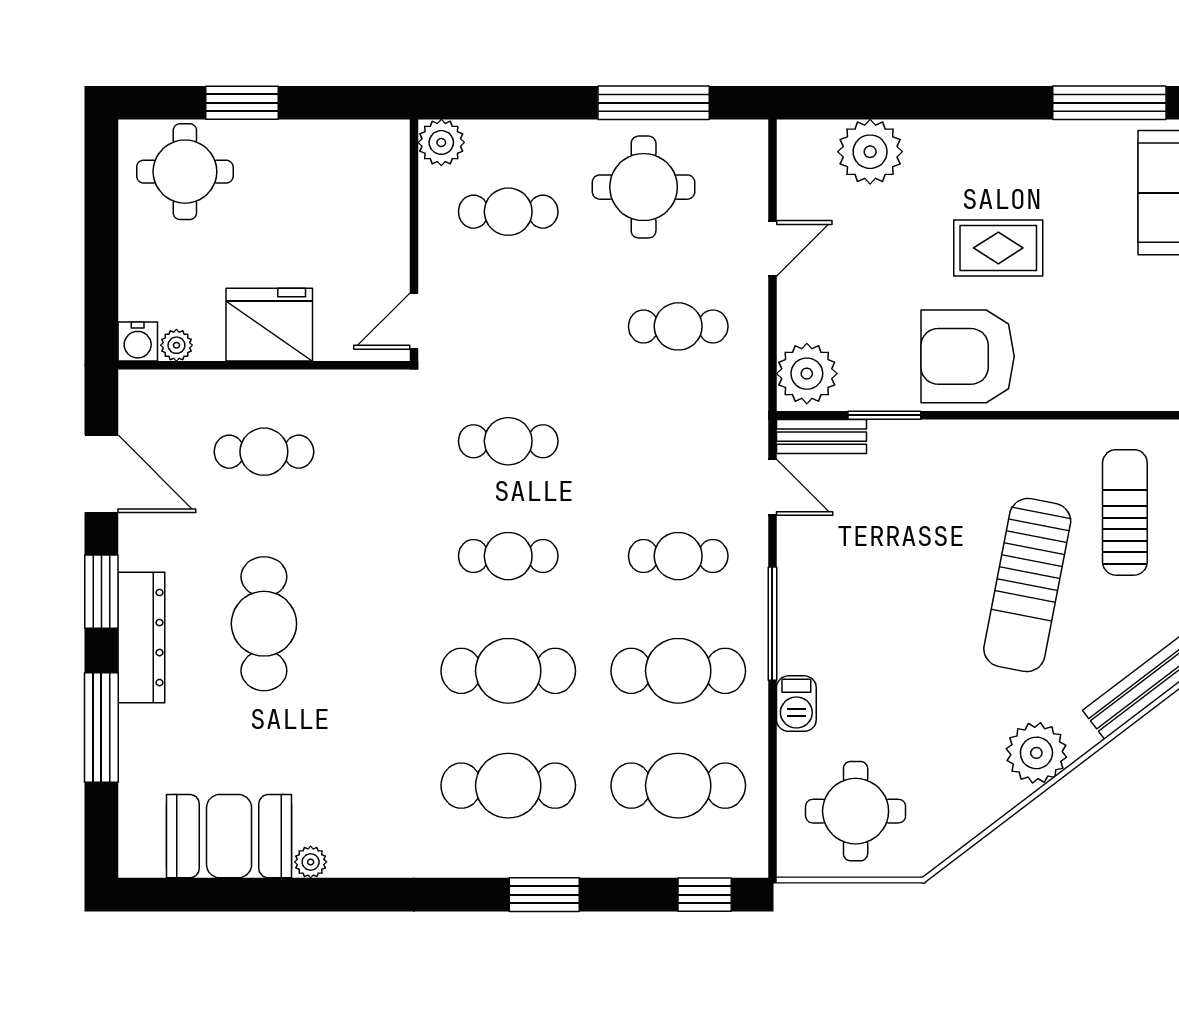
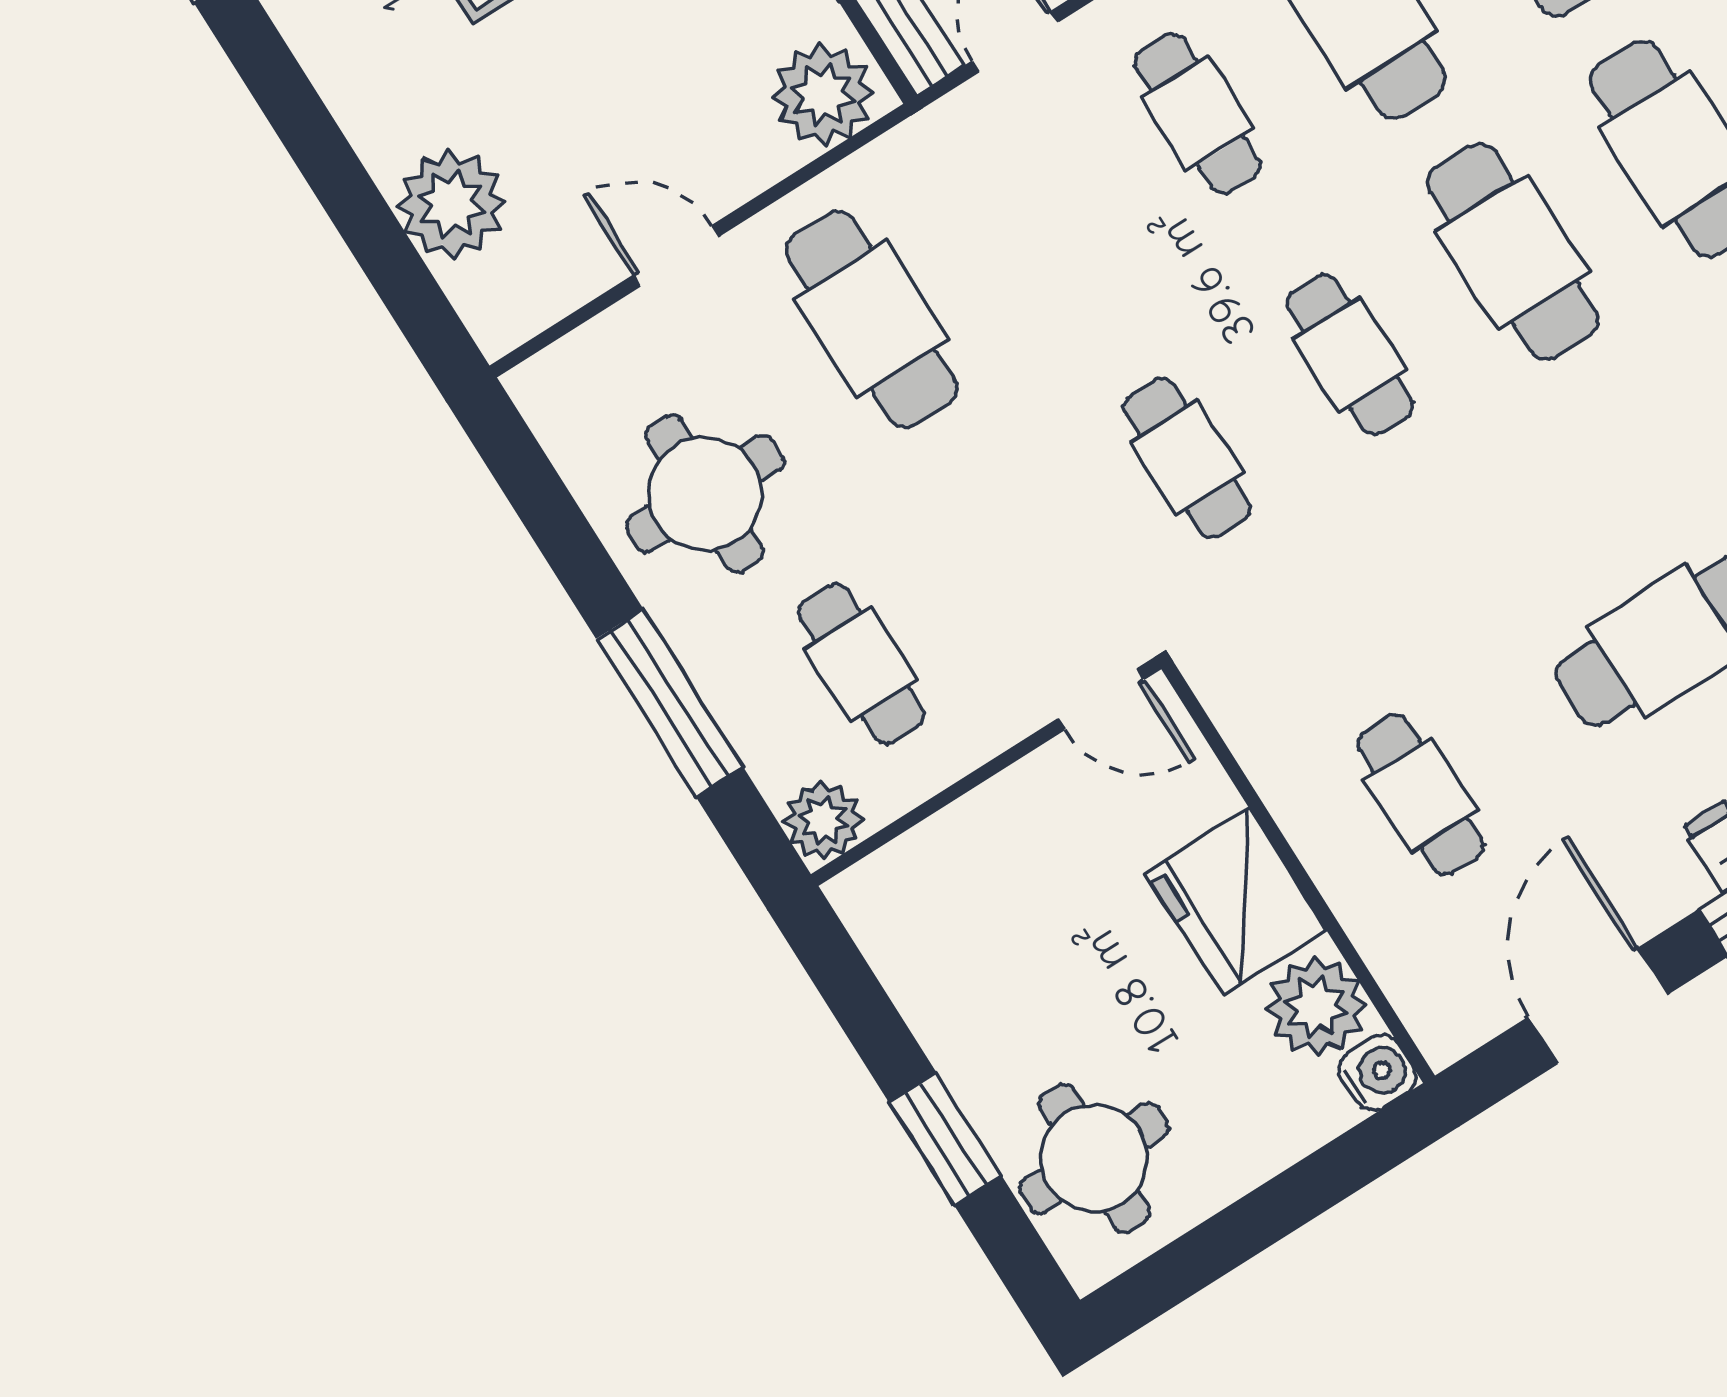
window: (654, 103) -> (670, 703), moved
cafe table: (678, 326) -> (872, 319), width x1.37, depth x1.35
plant: (176, 345) -> (1316, 1007), width x1.87, depth x1.87

